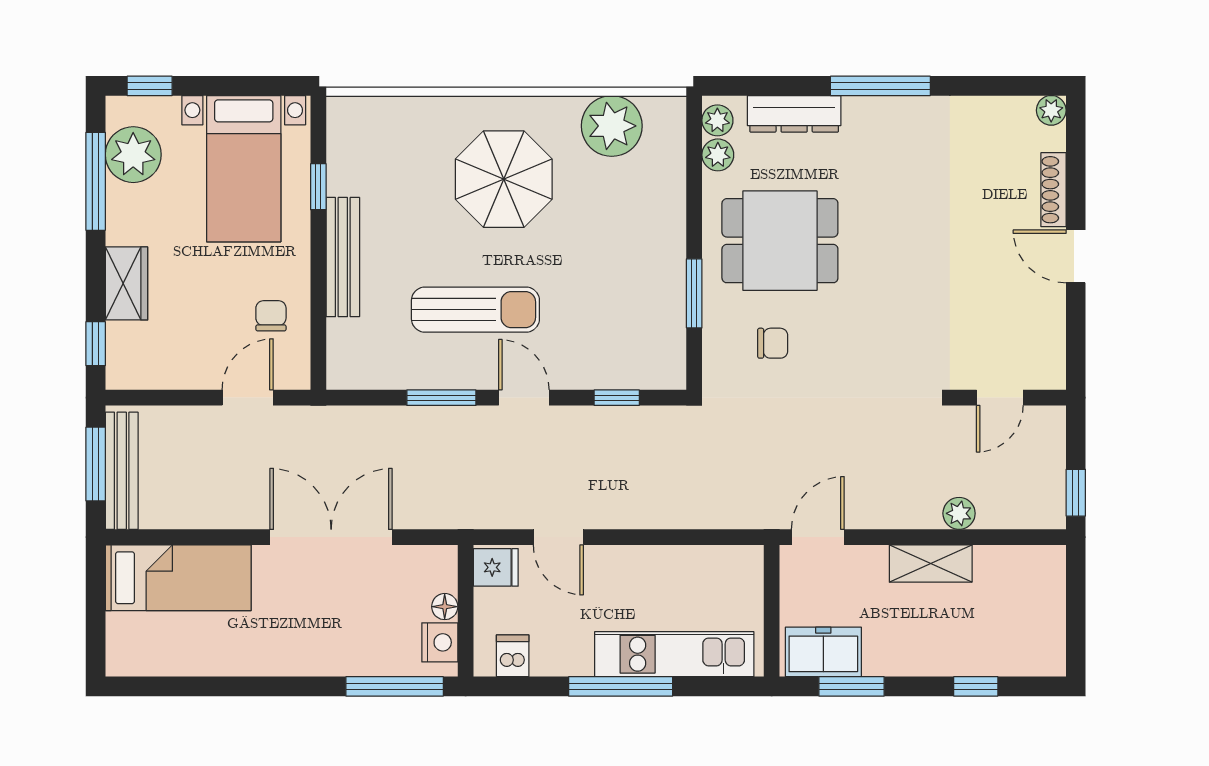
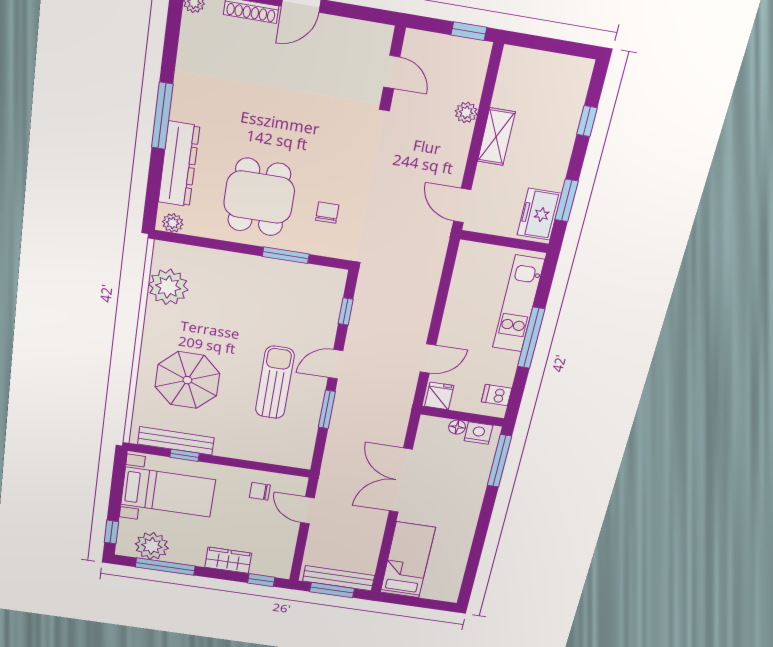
dresser: (794, 114) -> (179, 164), width x1.37, depth x1.24
plant: (718, 155) -> (196, 226), removed
parasol: (504, 179) -> (187, 380), moved
bench: (343, 257) -> (176, 441), moved

